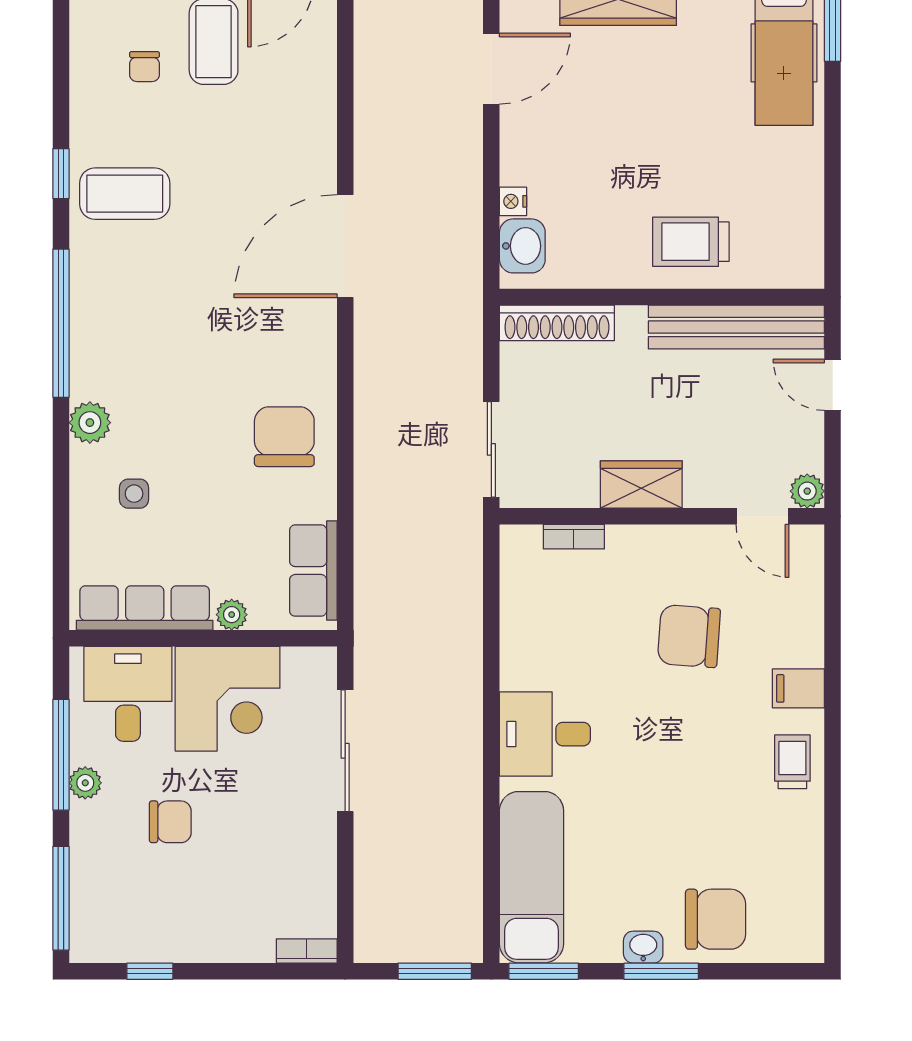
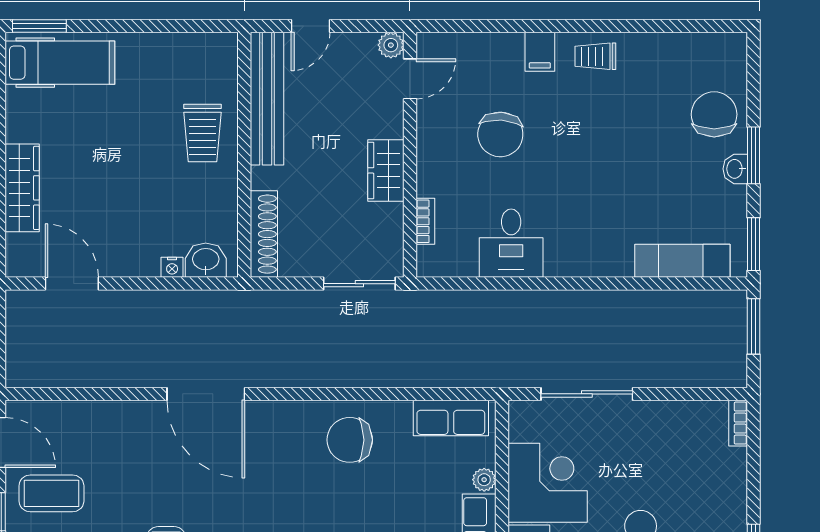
desk: (545, 734) -> (511, 243), moved
exam couch: (532, 877) -> (682, 261), width x0.73, depth x0.69

